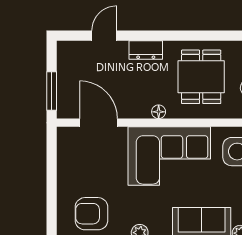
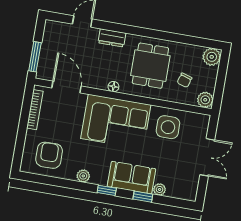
bookcase: (63, 159) -> (35, 110), added
armchair: (91, 214) -> (49, 155), turned 89

